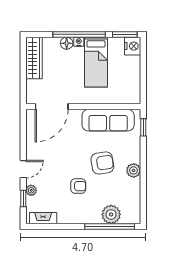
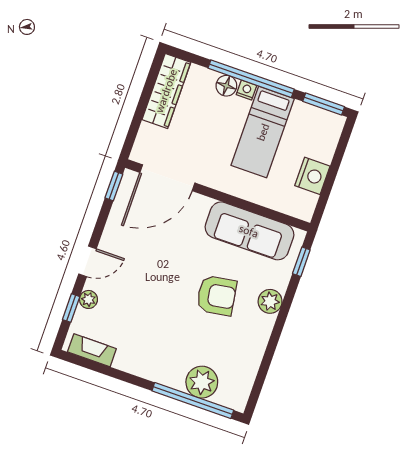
nightstand: (133, 46) -> (312, 176), moved
window: (23, 122) -> (114, 186), added
plant: (134, 170) -> (270, 301), moved
armchair: (78, 186) -> (166, 319), removed

